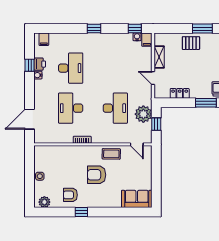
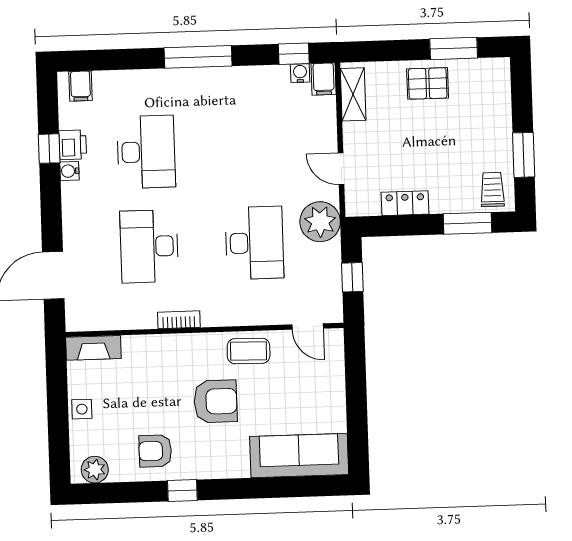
window: (94, 29) -> (198, 57), width x2.17
shelving: (159, 57) -> (353, 94), moved
plant: (143, 114) -> (320, 222), moved
fireplace: (46, 150) -> (93, 348), added
armchair: (97, 175) -> (216, 401), turned 180
sofa: (137, 199) -> (299, 456), width x1.36

